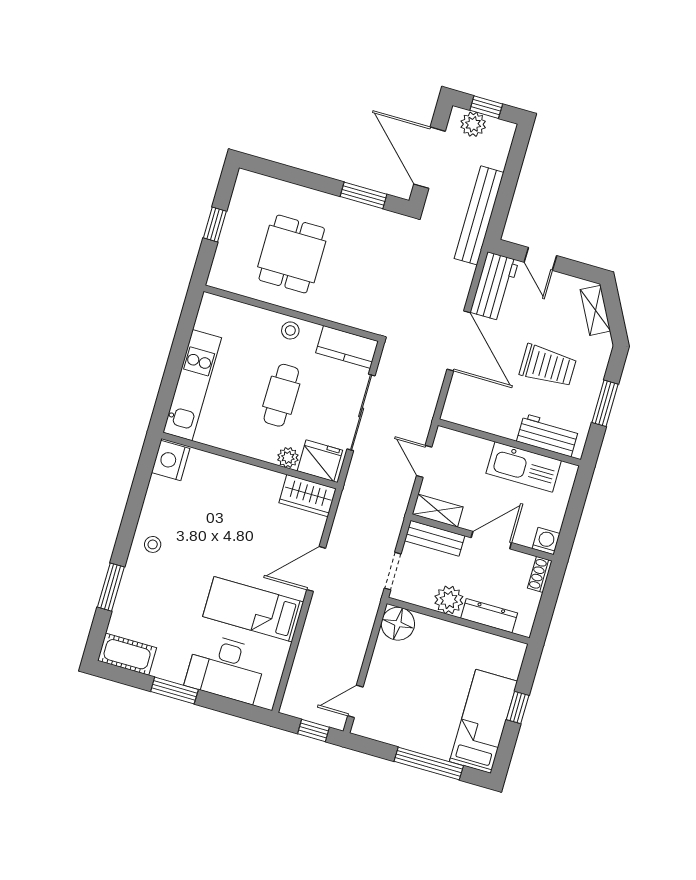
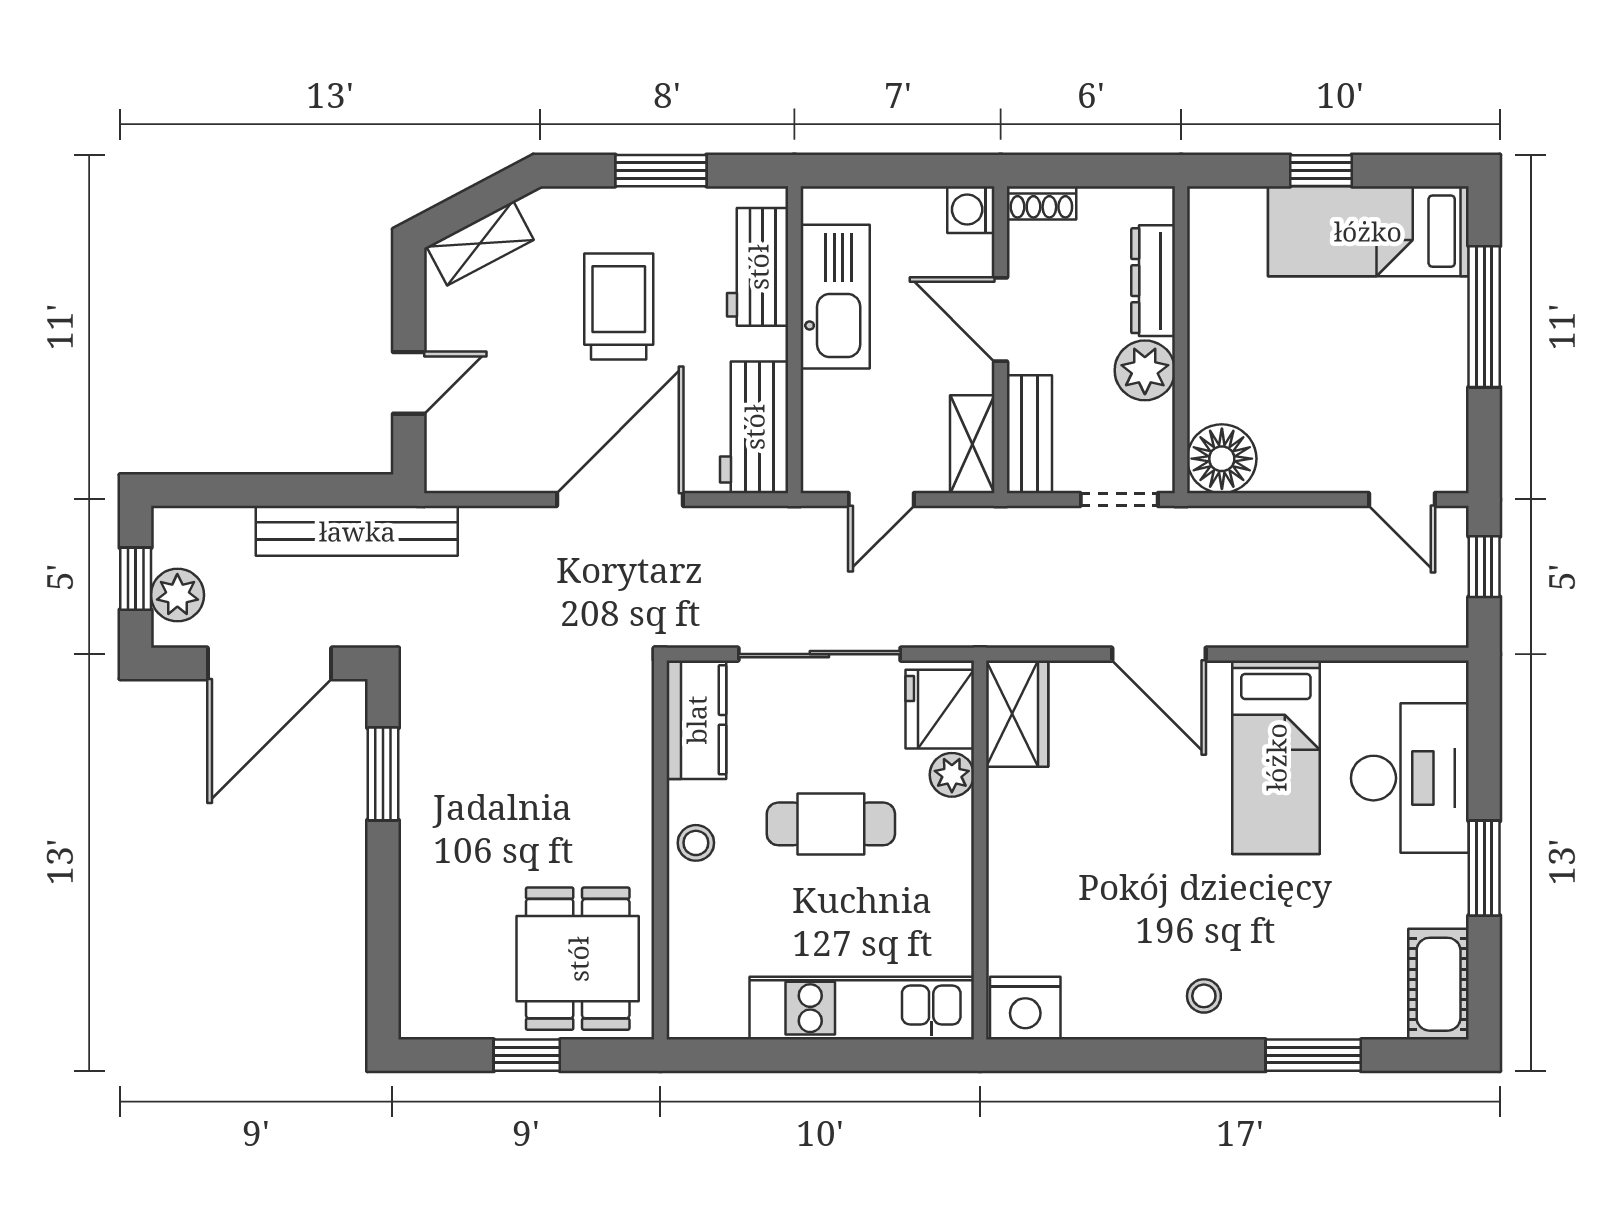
dining table: (292, 254) -> (578, 959), moved, turned 90
workbench: (494, 286) -> (754, 427), moved, turned -90

